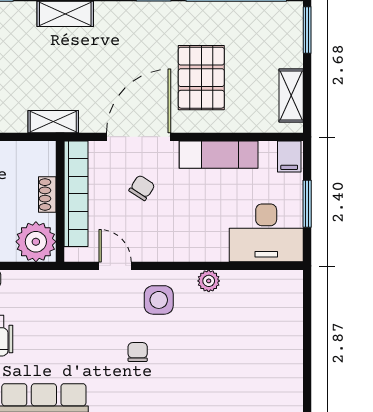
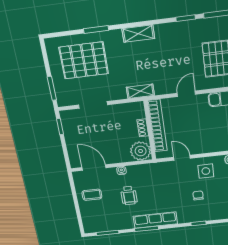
door: (139, 137) -> (186, 94), width x0.53
chair: (142, 188) -> (191, 119), removed

